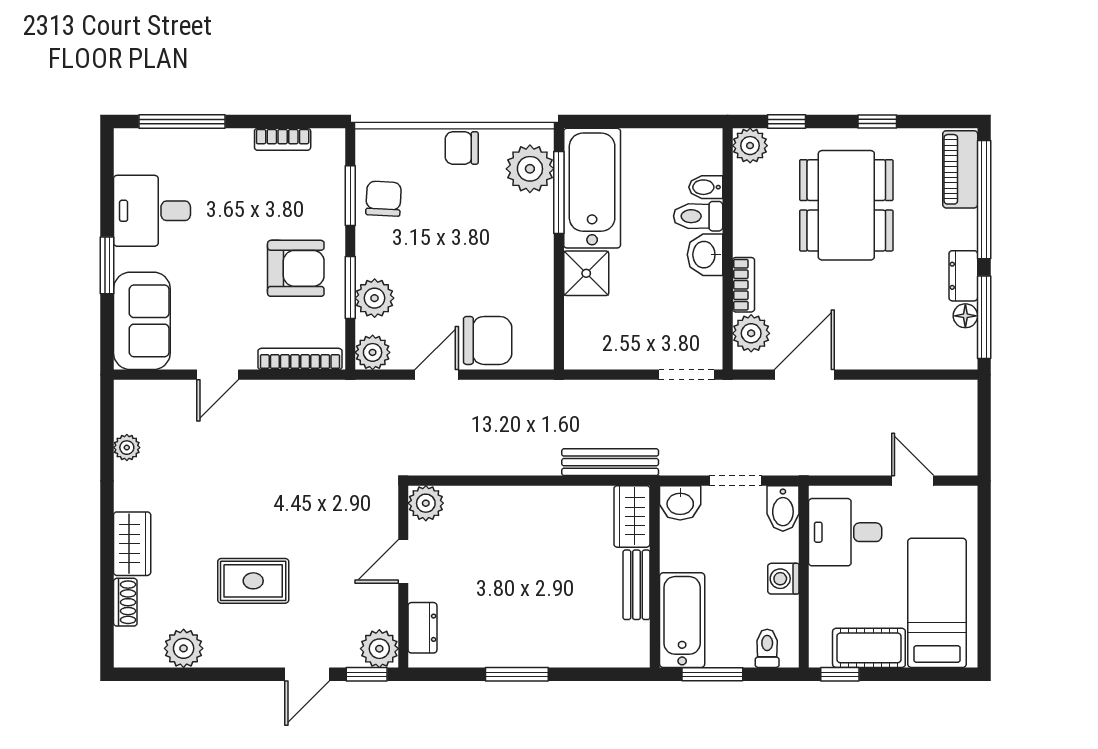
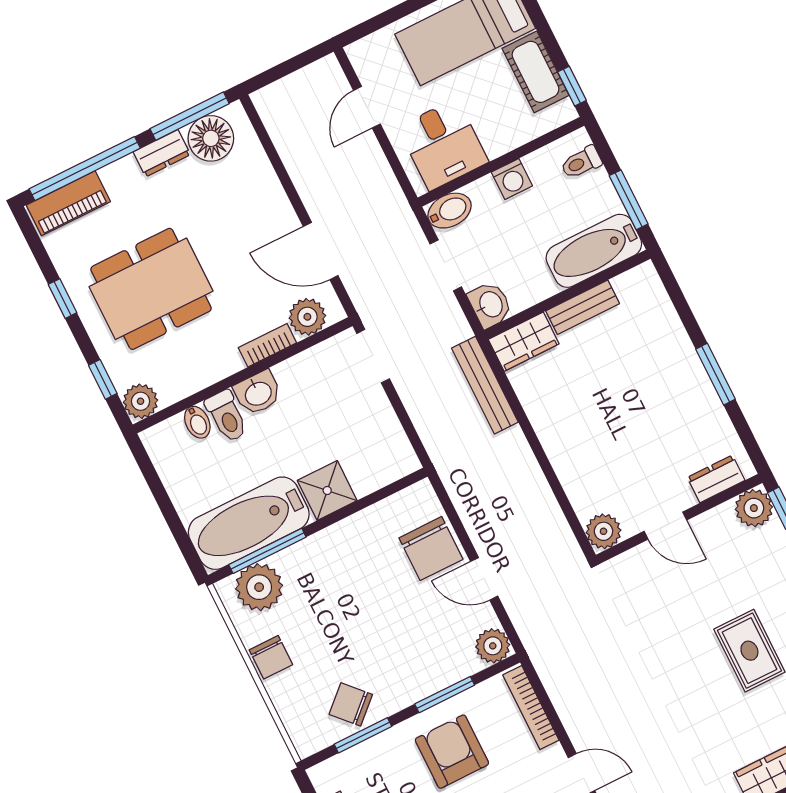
chair: (384, 199) -> (351, 704), turned 44
plant: (375, 298) -> (443, 668), removed
floor lamp: (965, 316) -> (211, 138), width x1.89, depth x1.89
chair: (488, 340) -> (431, 549), turned 180

